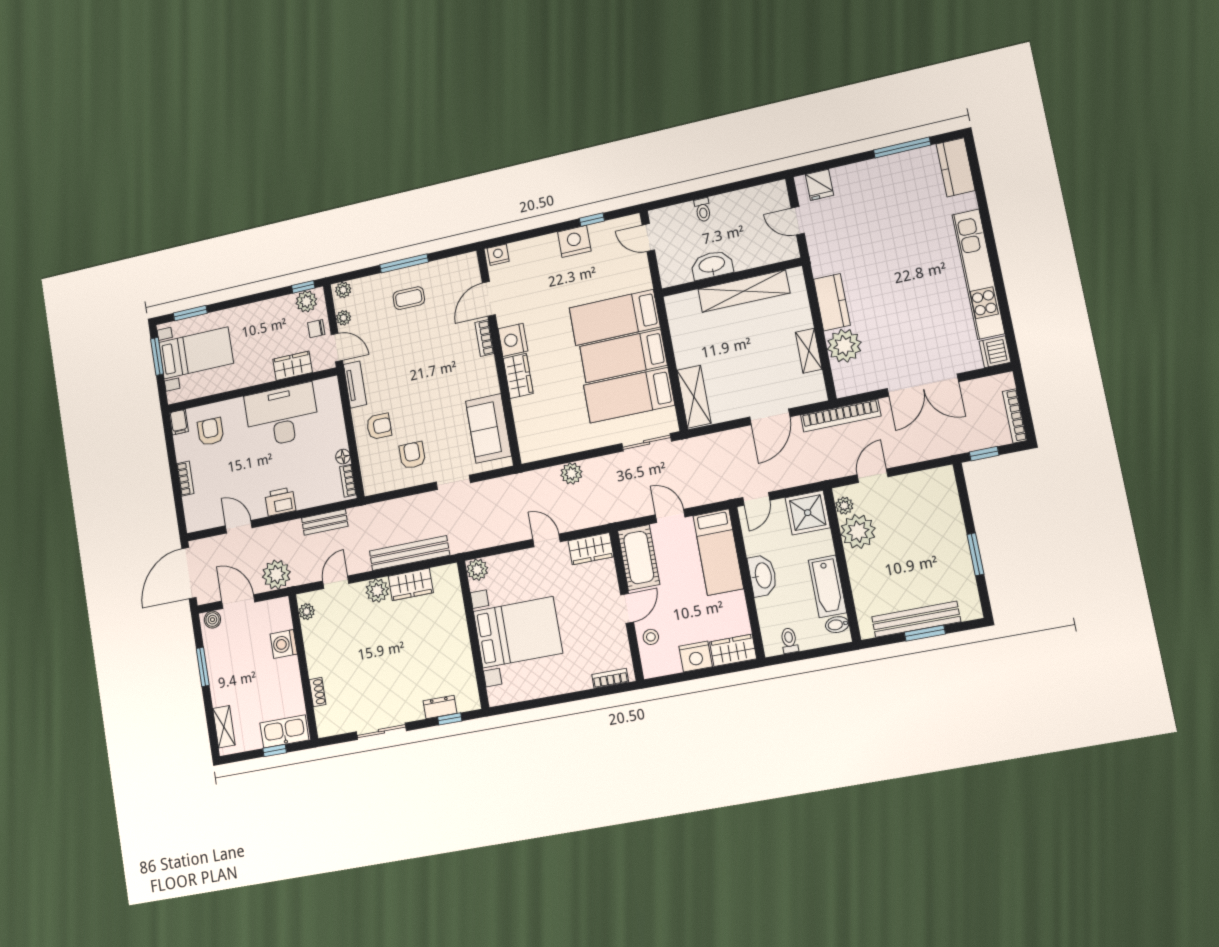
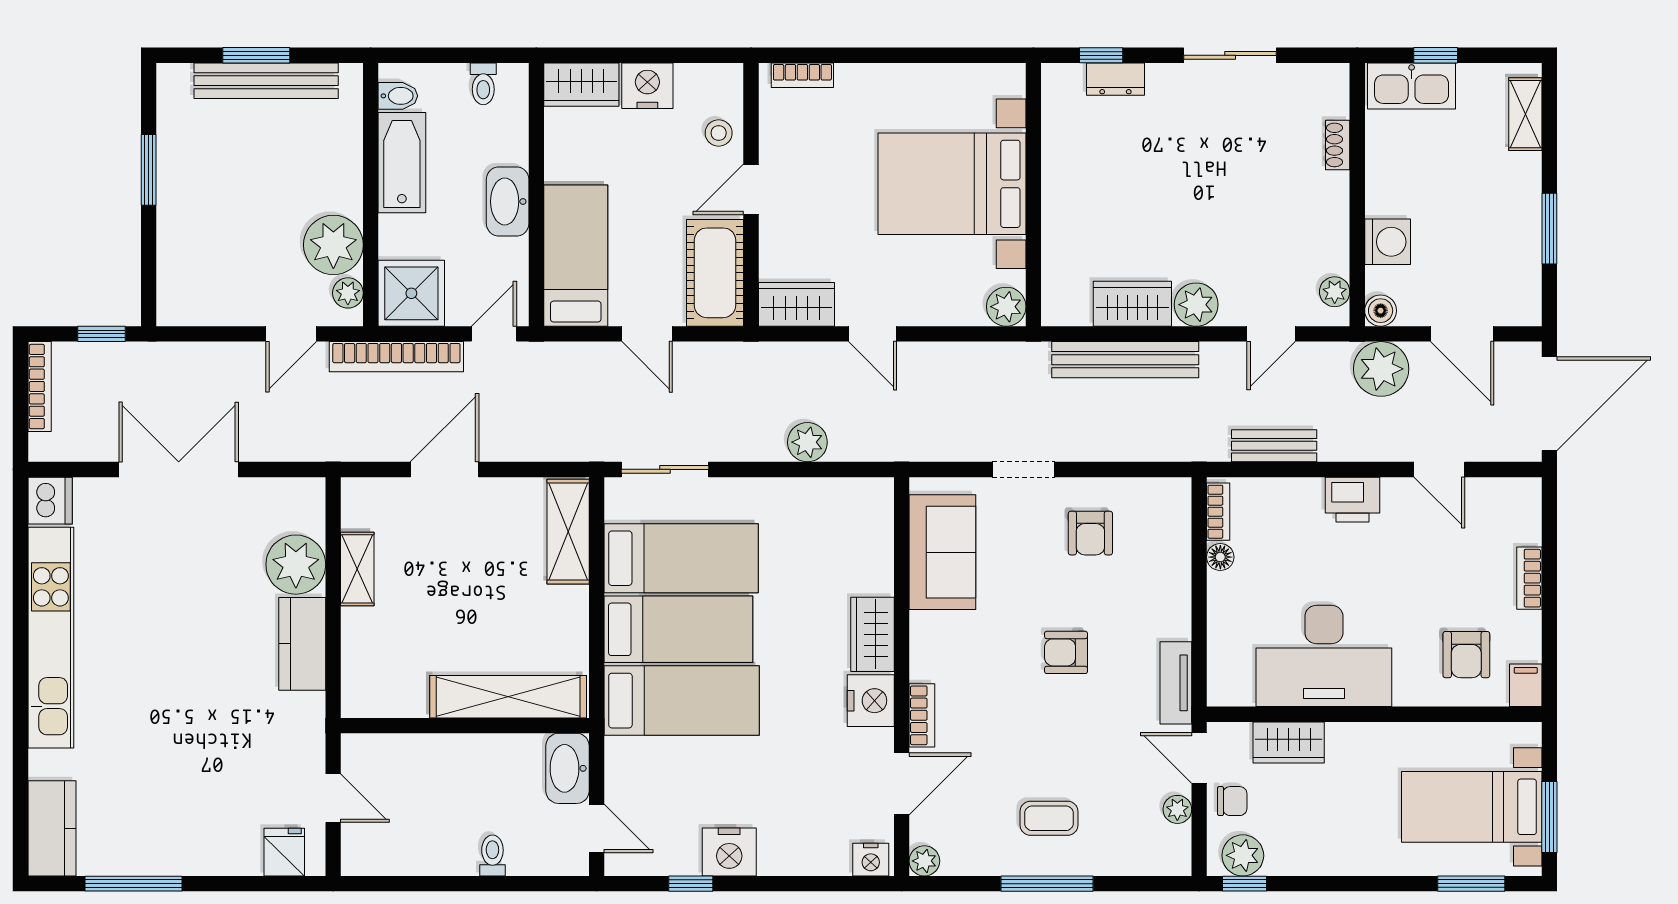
washbasin: (712, 265) -> (568, 768), moved, turned 90
plant: (343, 290) -> (924, 861), moved
shelving: (744, 291) -> (508, 697), moved
bookcase: (841, 416) -> (396, 357), moved, turned 180
armchair: (379, 426) -> (1066, 652), moved
boiler: (212, 620) -> (1381, 311), moved

